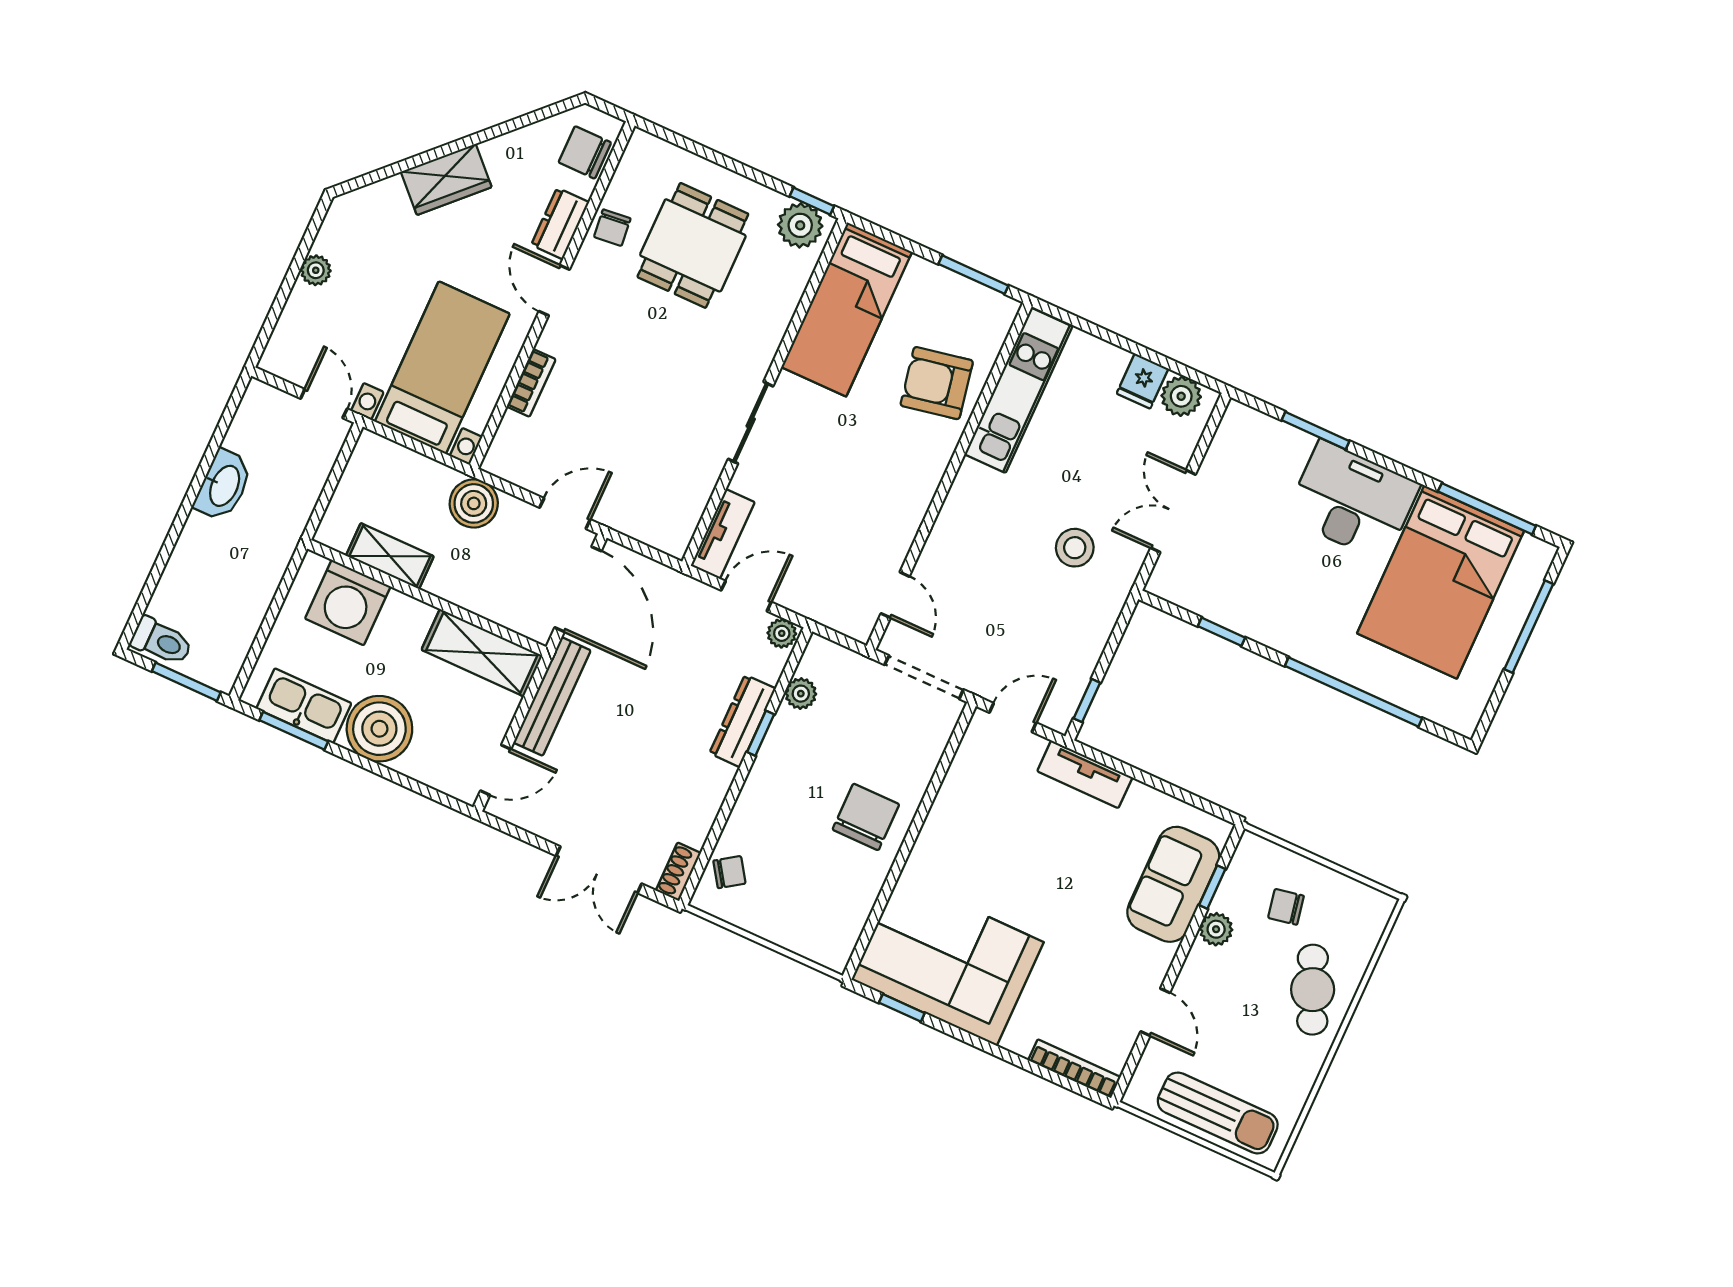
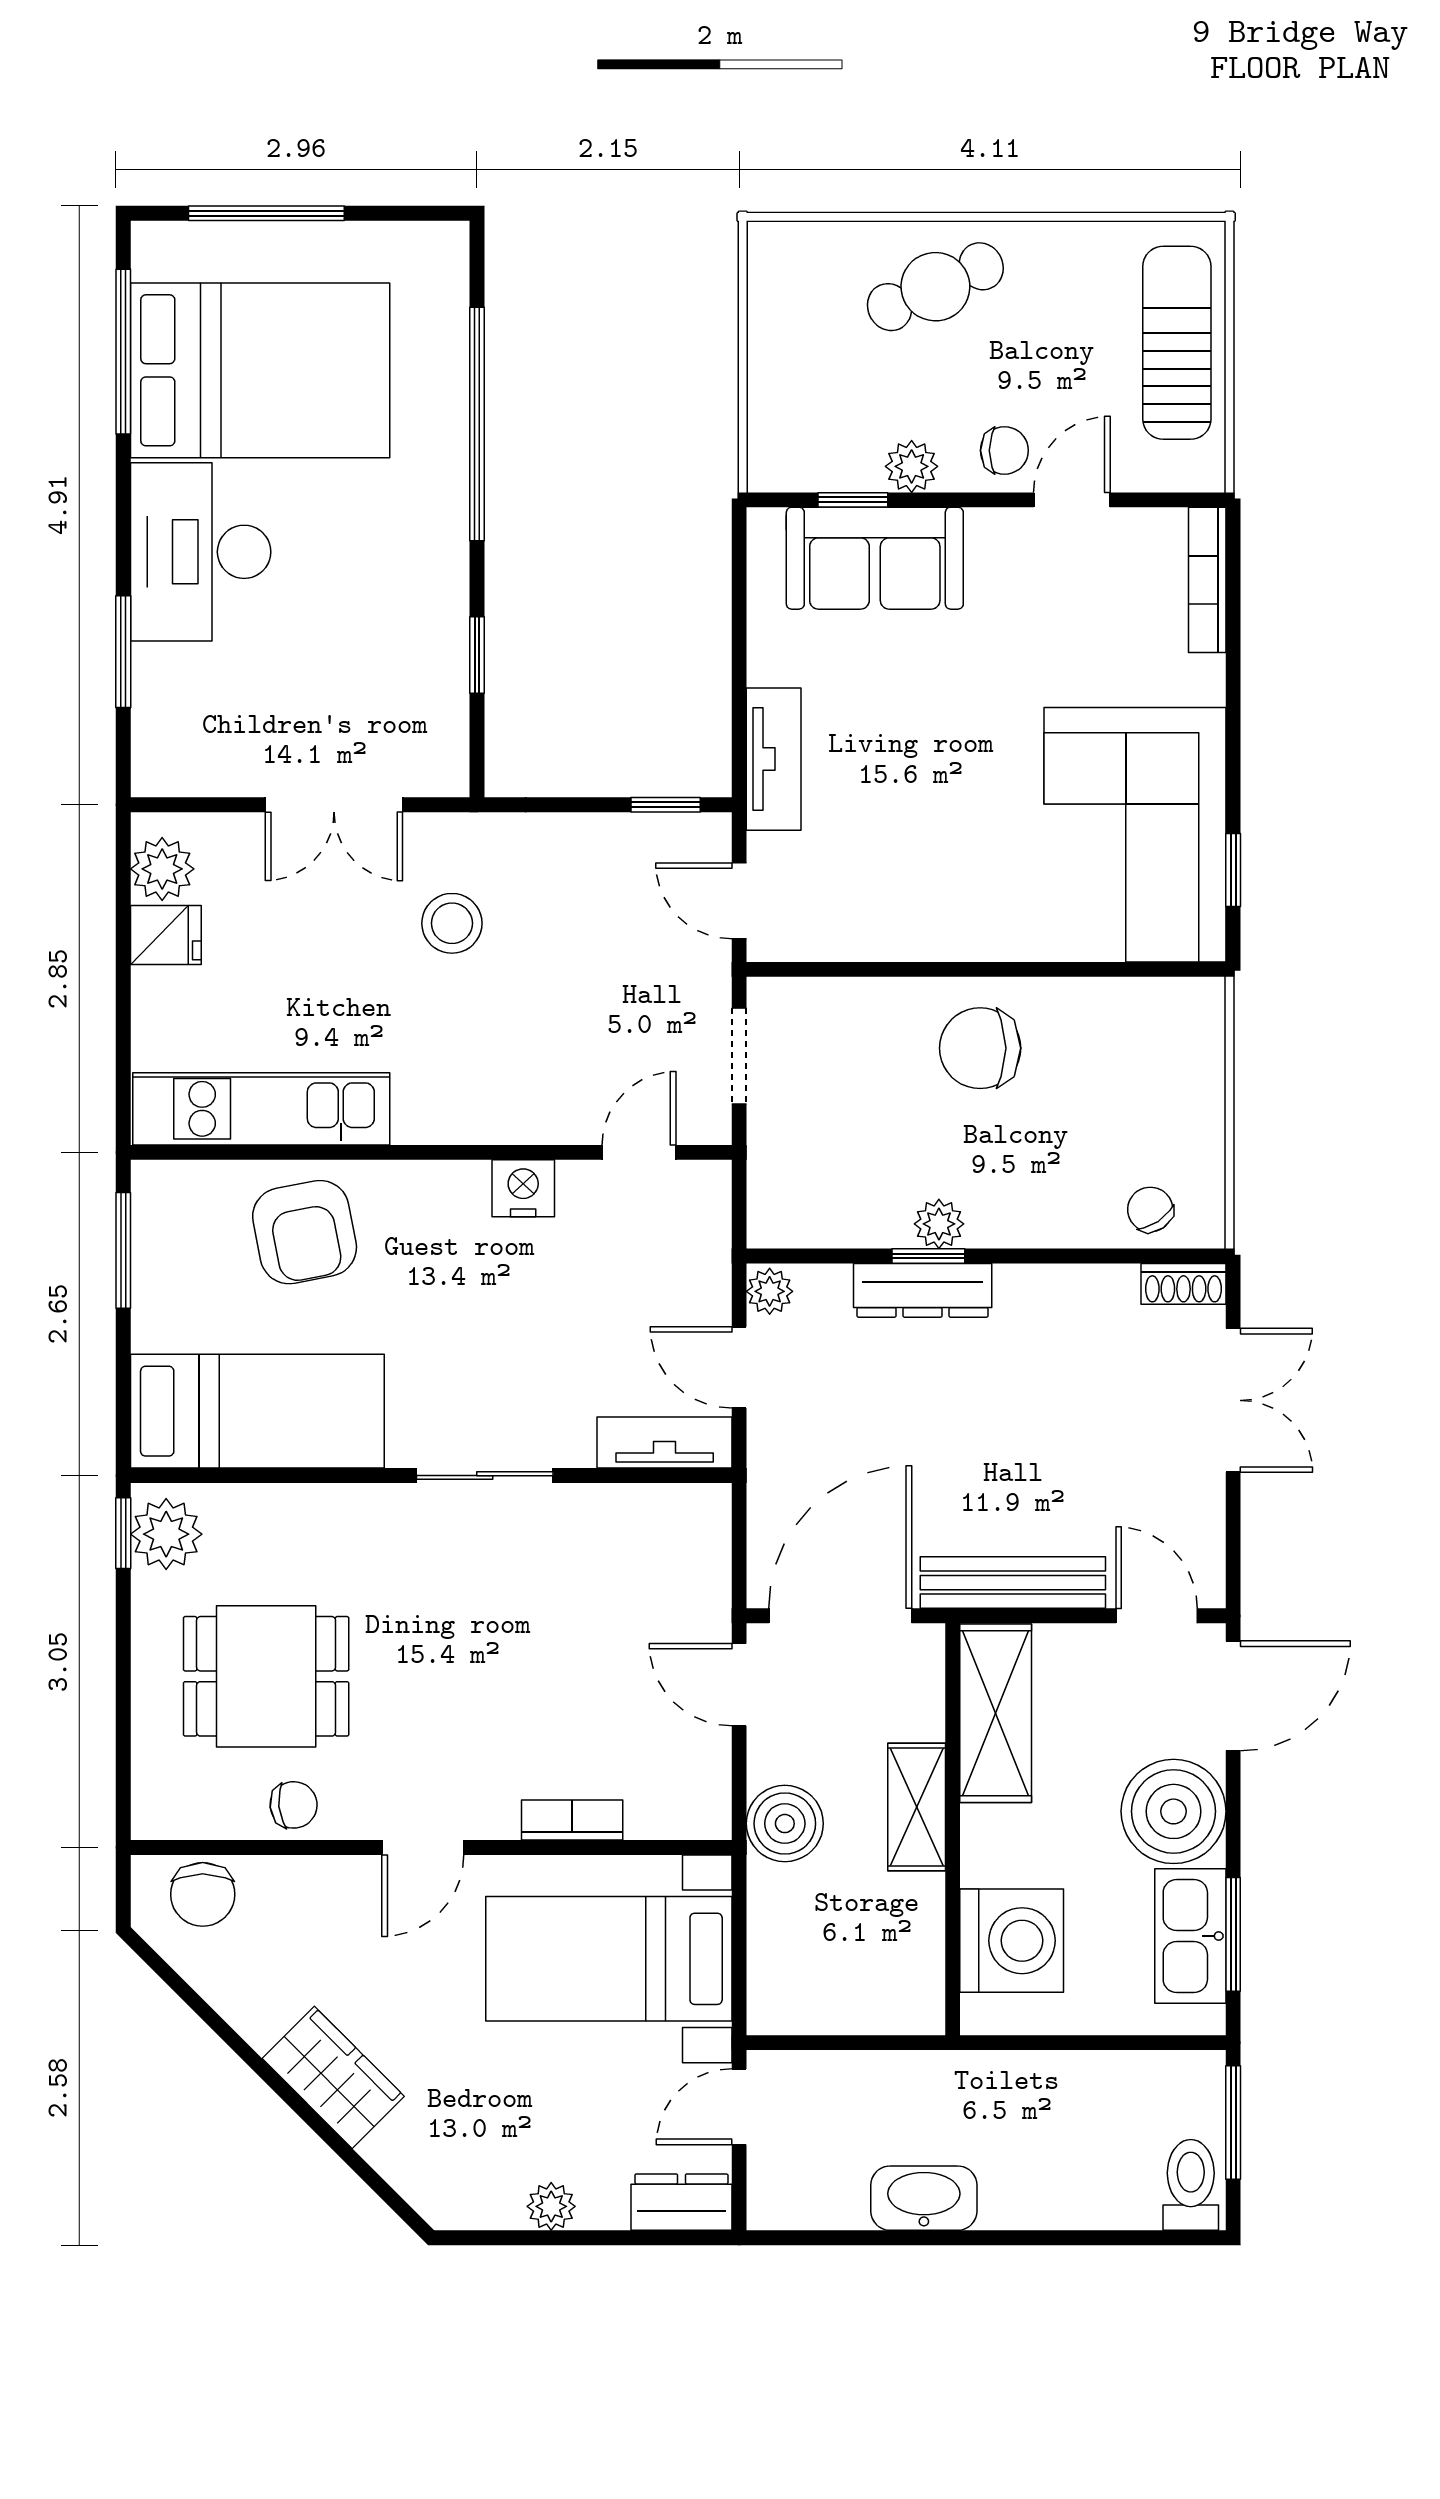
dresser: (560, 224) -> (681, 2202), moved, turned 180
nightstand: (905, 519) -> (523, 1188), added
shelving: (390, 556) -> (917, 1807), moved
doorway: (924, 677) -> (739, 1056), width x0.73
plant: (801, 694) -> (939, 1224), moved
door: (430, 793) -> (1233, 1696), added
chair: (1286, 907) -> (1004, 450), moved, turned -79

